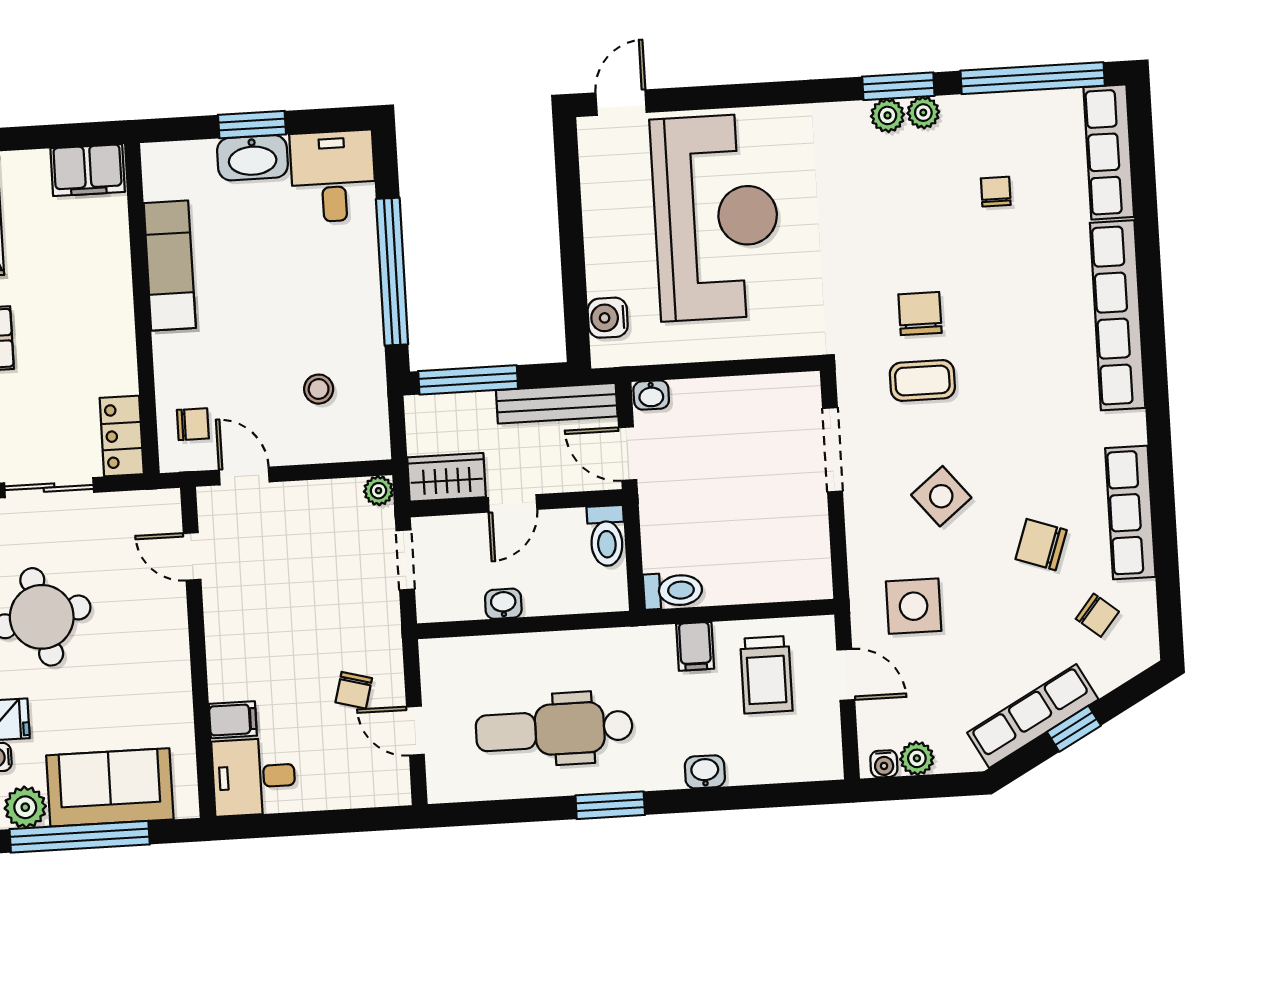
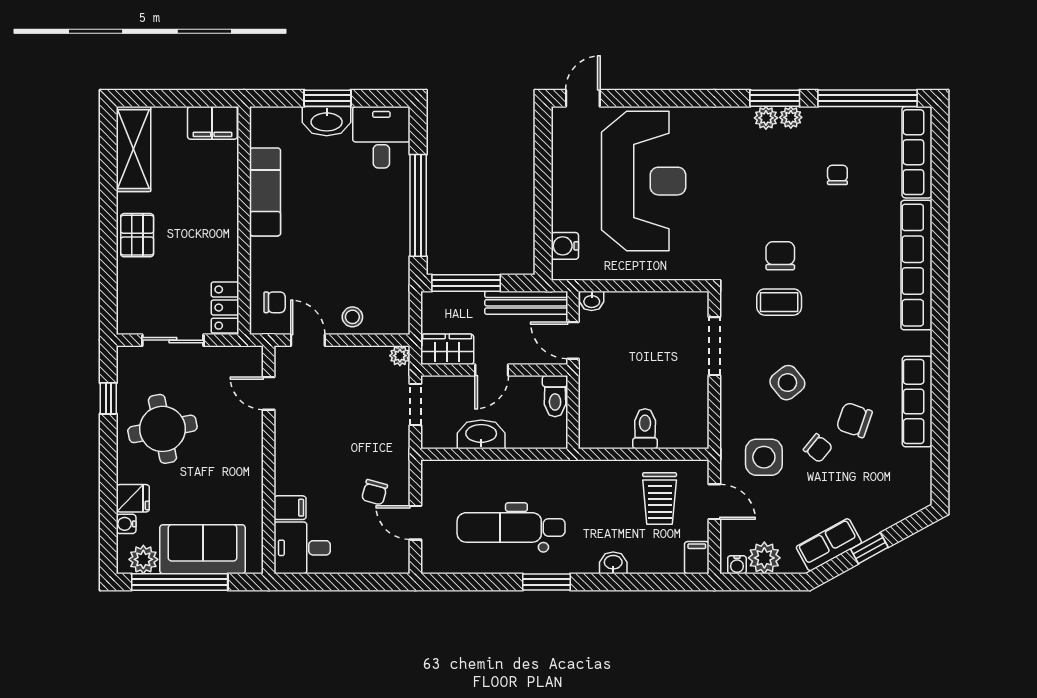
stool: (319, 389) -> (352, 317), moved
toilet: (673, 591) -> (645, 429), moved, turned -90
washbasin: (503, 604) -> (481, 434), width x1.91, depth x1.45
chair: (1097, 615) -> (818, 448), moved
filing cabinet: (695, 646) -> (697, 558), moved, turned 180
row of seats: (1033, 716) -> (829, 545), width x0.68
plant: (917, 758) -> (764, 558), width x1.38, depth x1.38

